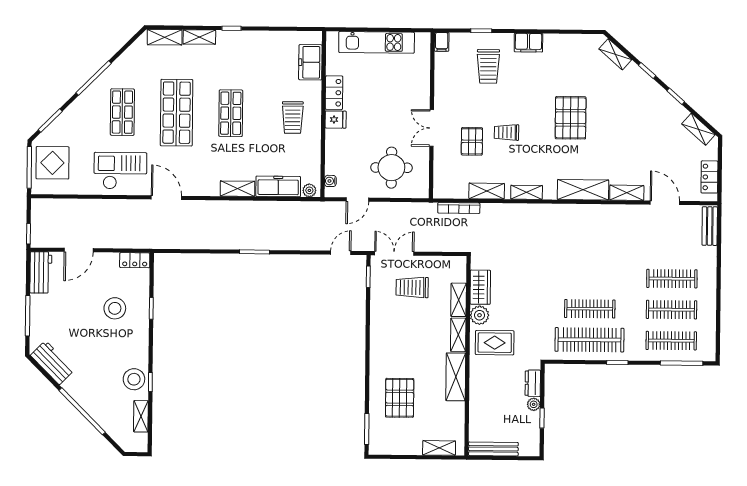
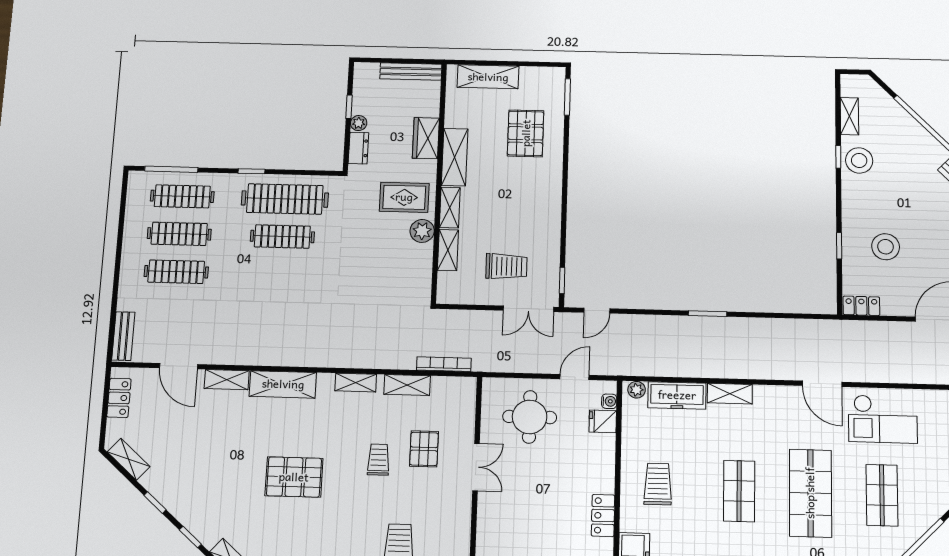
pallet: (571, 118) -> (294, 477), turned 90
fridge: (336, 120) -> (603, 421), moved
trolley: (506, 132) -> (378, 460), turned -90
wardrobe: (480, 287) -> (426, 138), moved
shelving: (439, 448) -> (488, 77), width x1.50, depth x1.33

